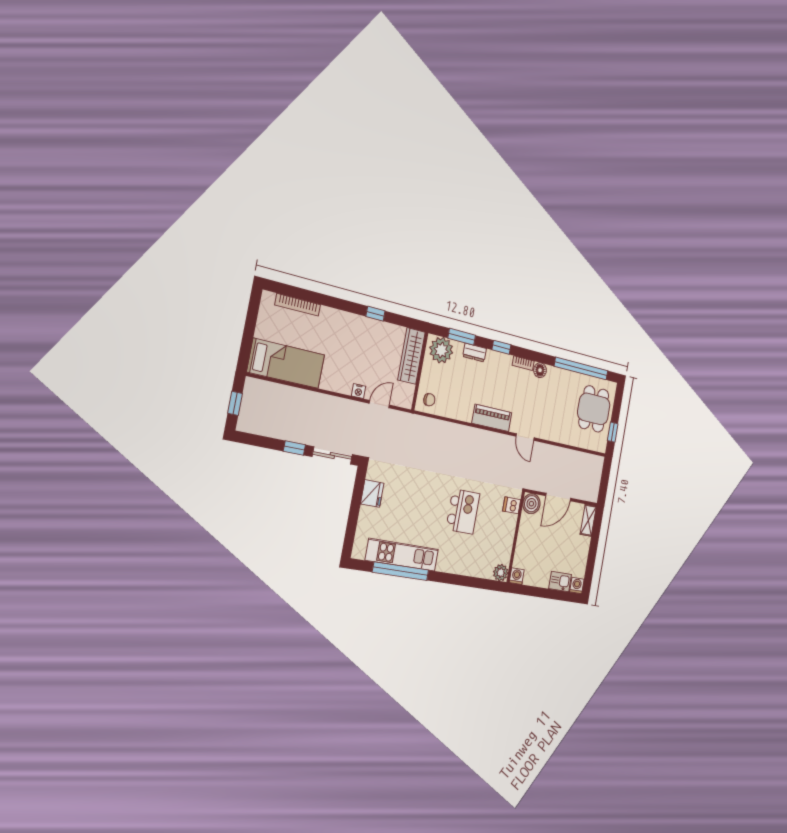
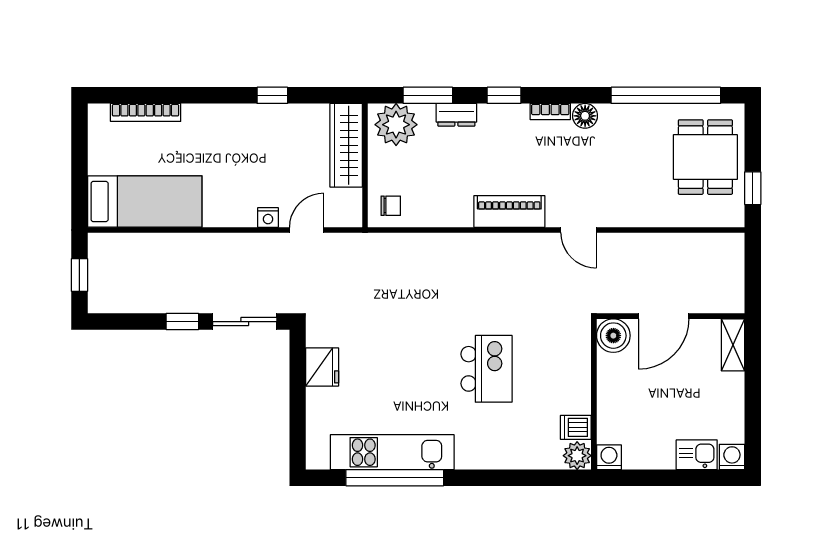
dishwasher: (512, 505) -> (576, 427), moved

